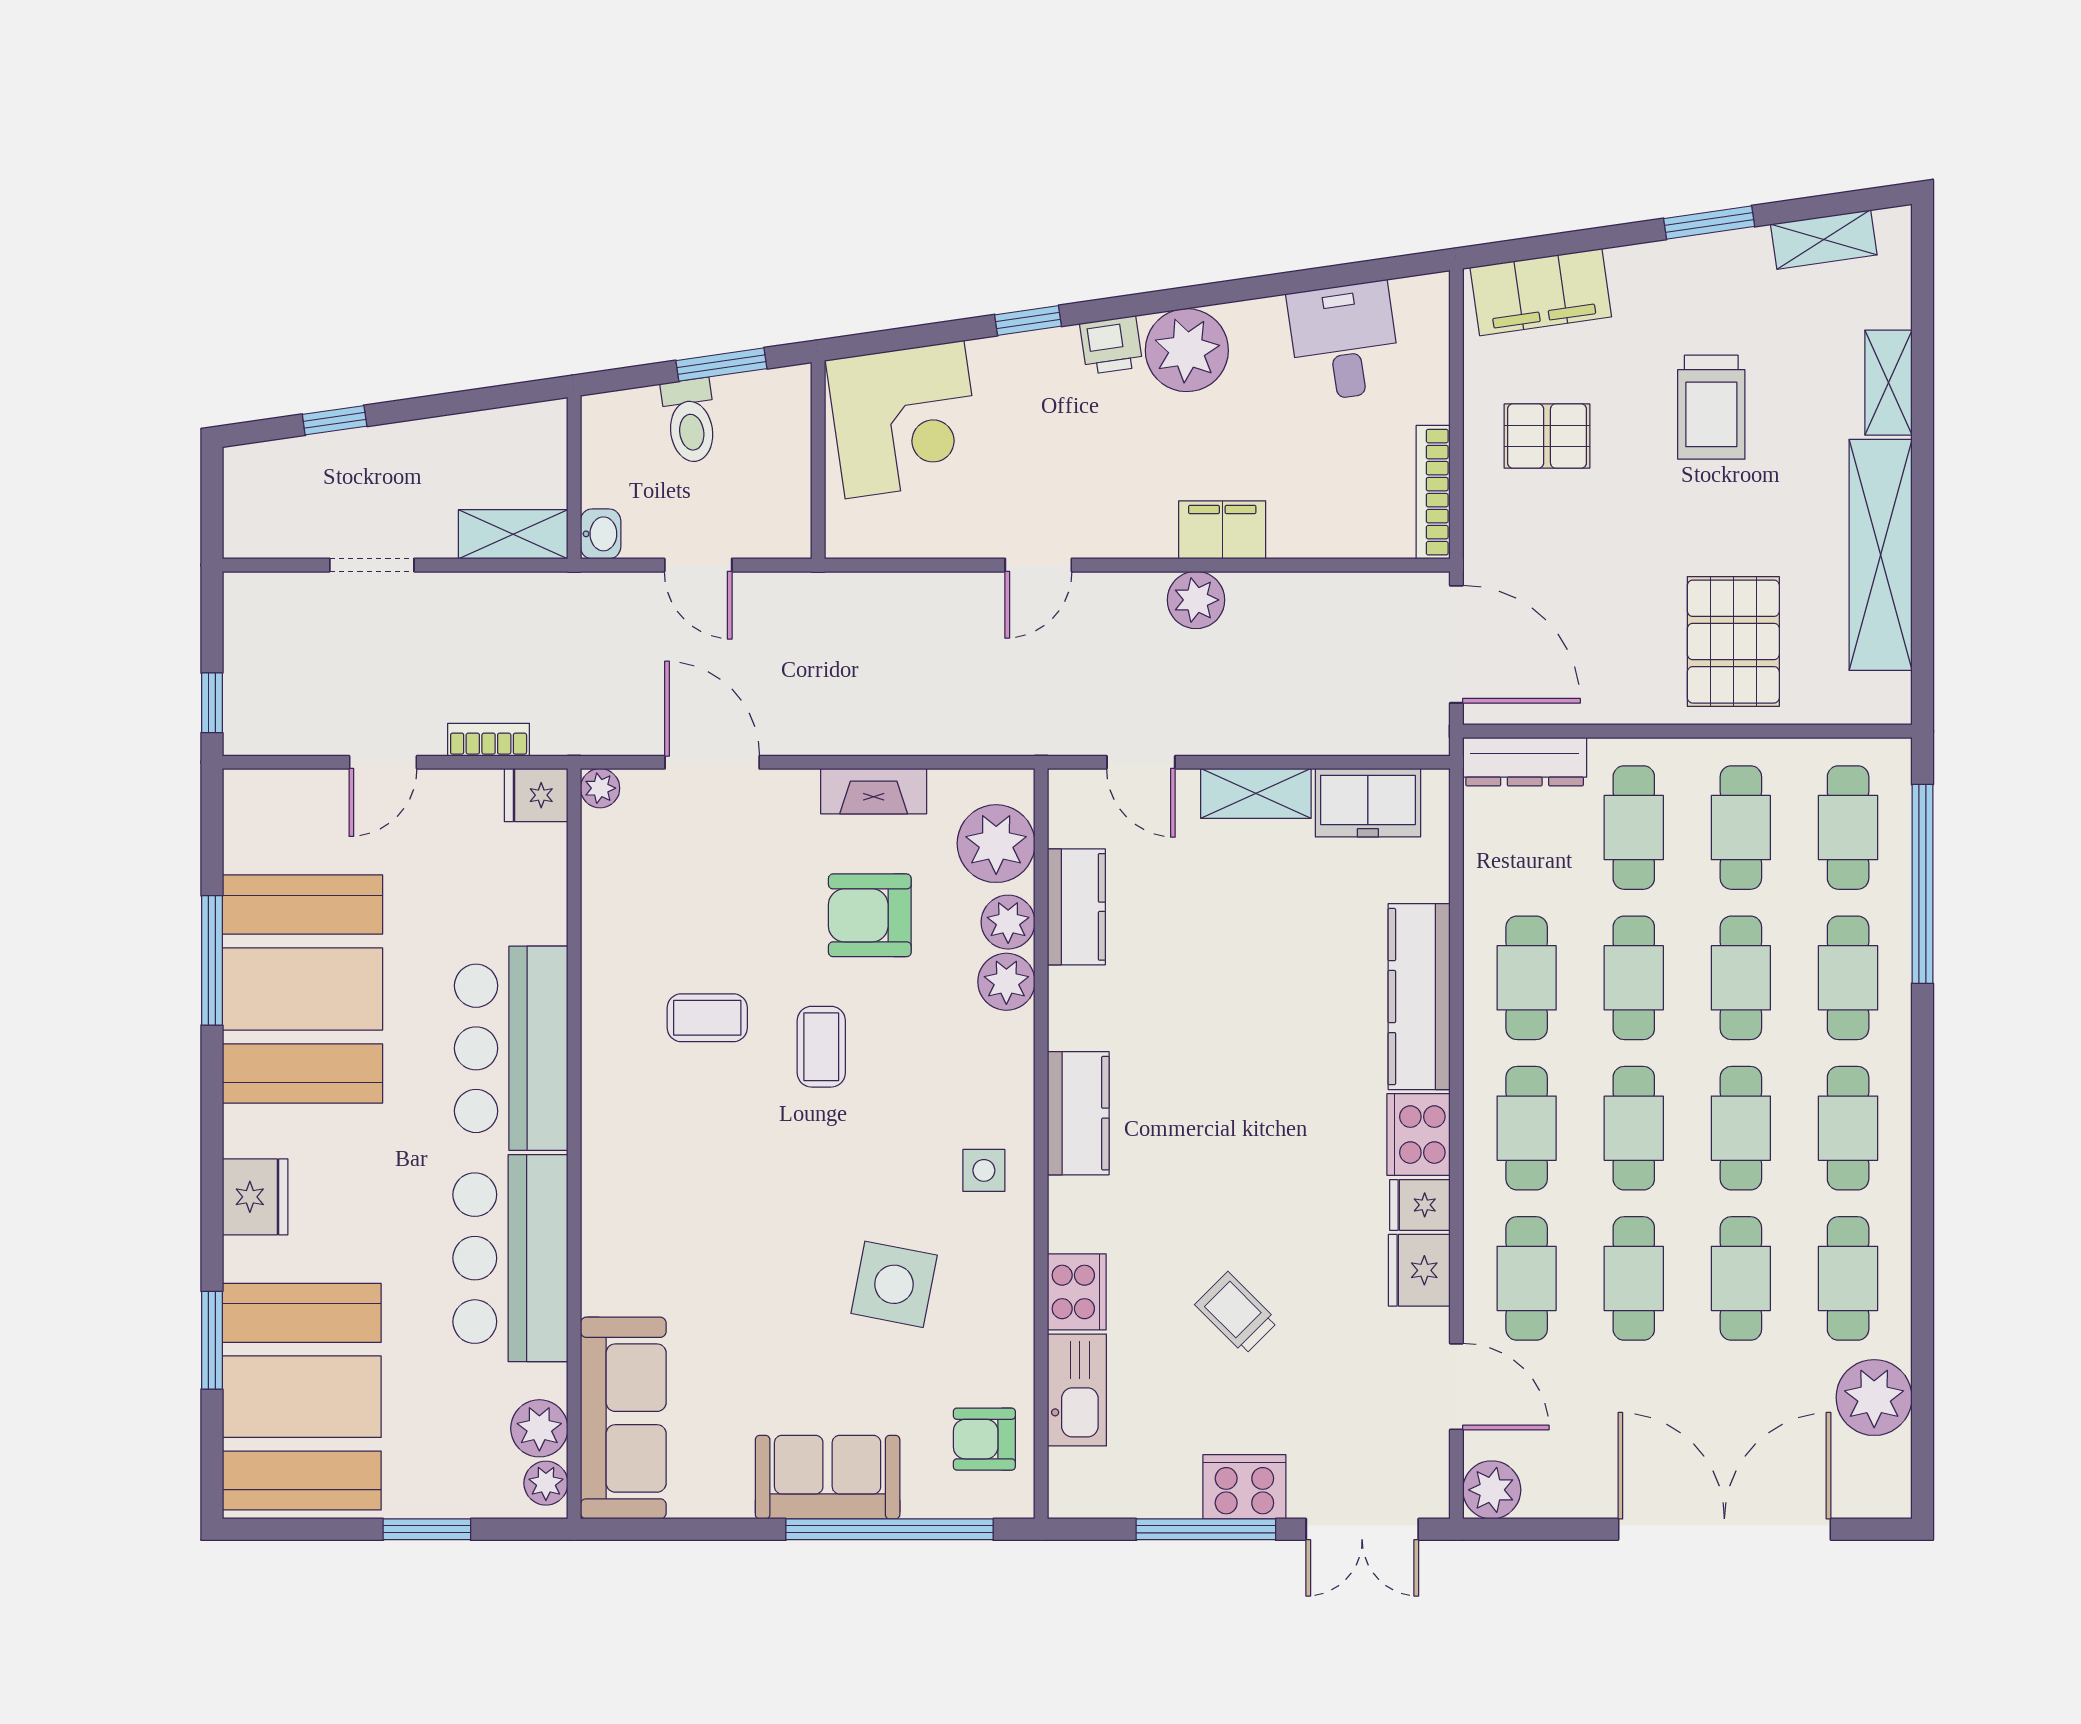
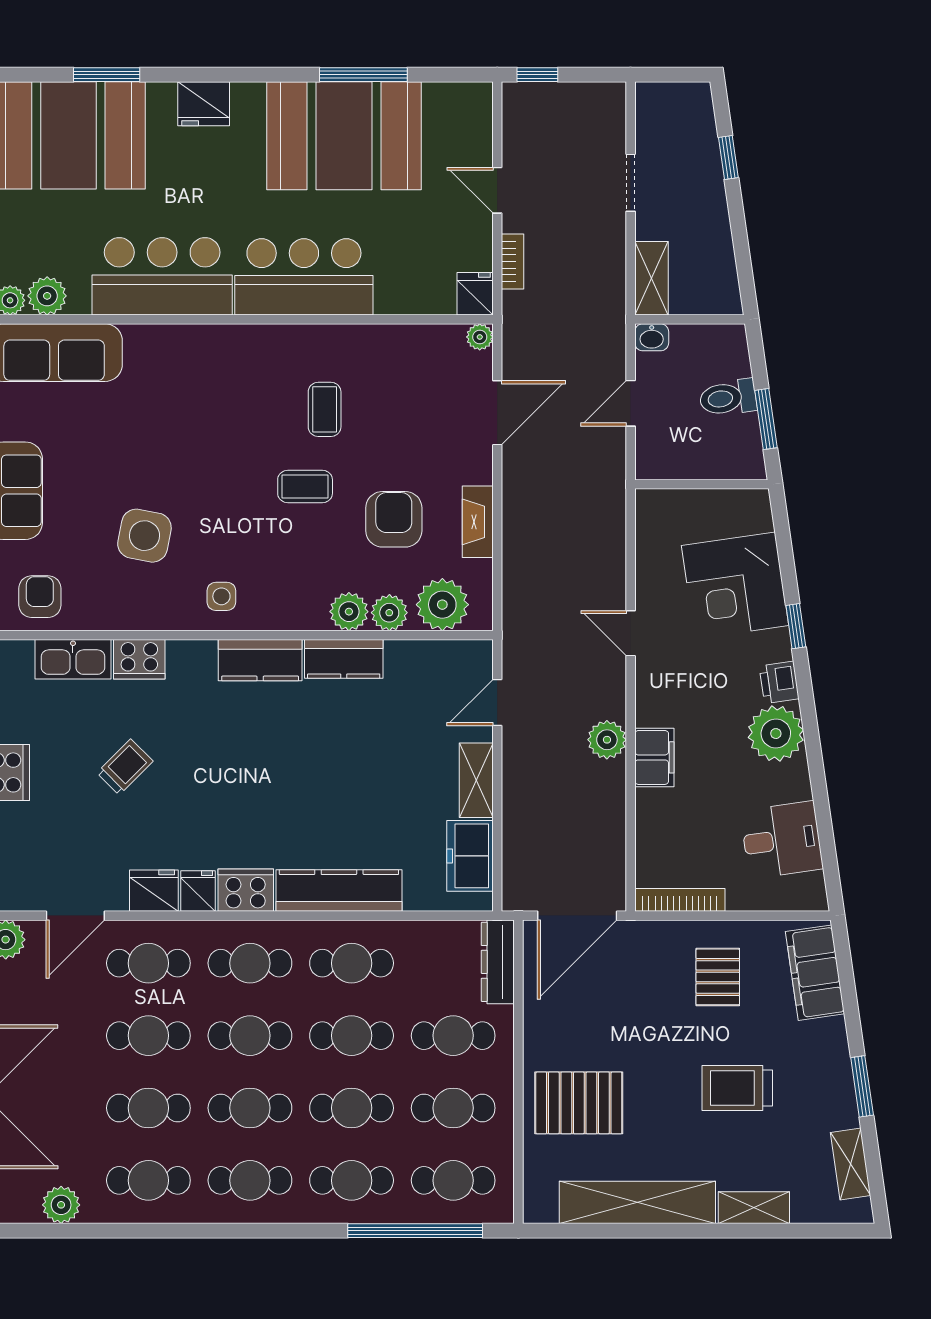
corner desk: (904, 420) -> (735, 586), moved
kitchen counter: (1076, 907) -> (344, 659), moved
plant: (1874, 1398) -> (61, 1205), width x0.73, depth x0.73

